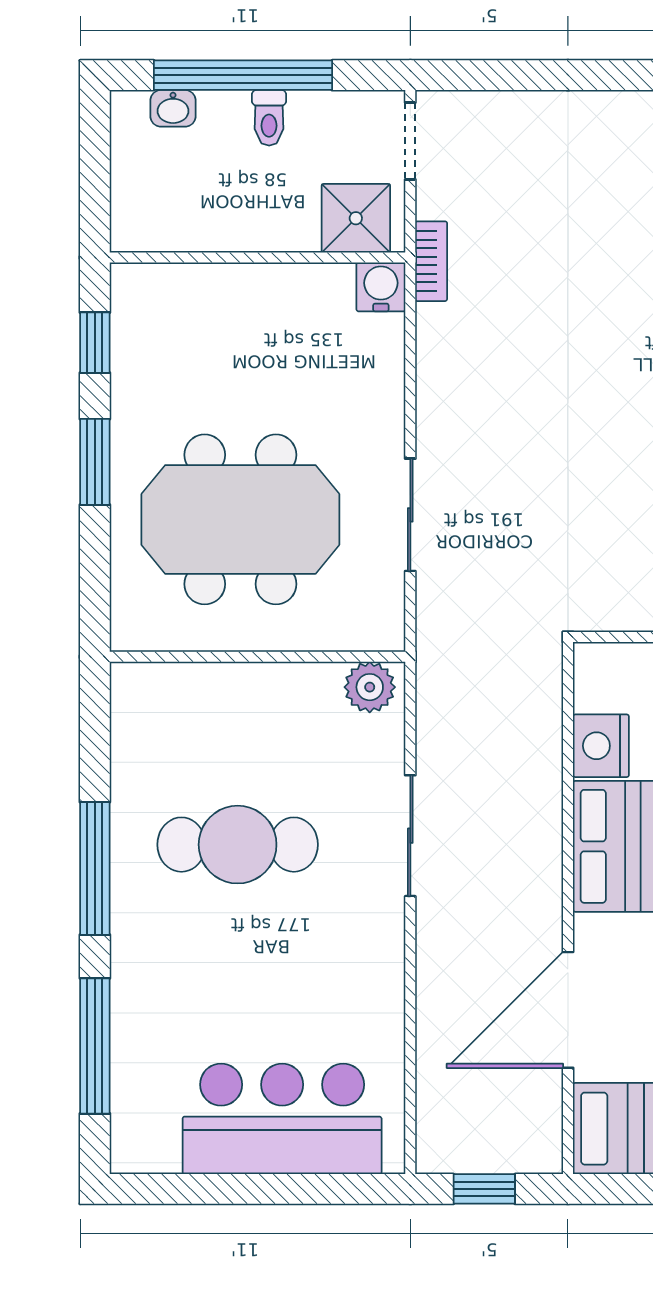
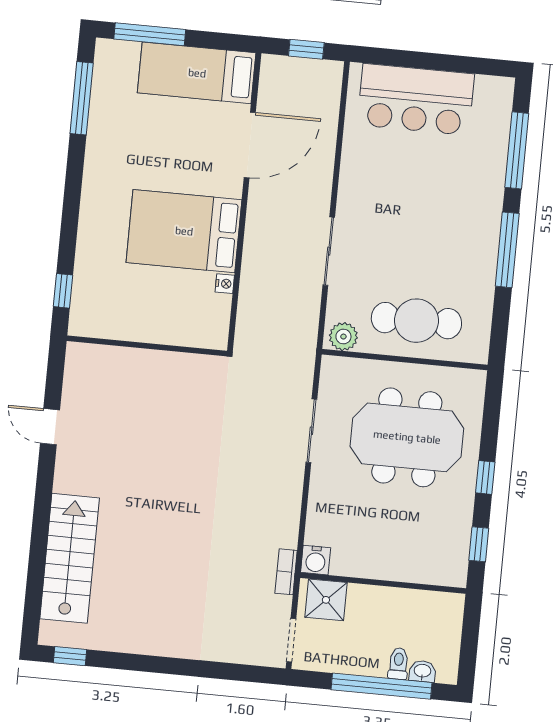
toilet: (269, 118) -> (398, 664), moved
window: (95, 462) -> (485, 477), width x0.67
nightstand: (601, 746) -> (225, 284), width x0.53, depth x0.56
cafe table: (238, 845) -> (416, 321), moved

